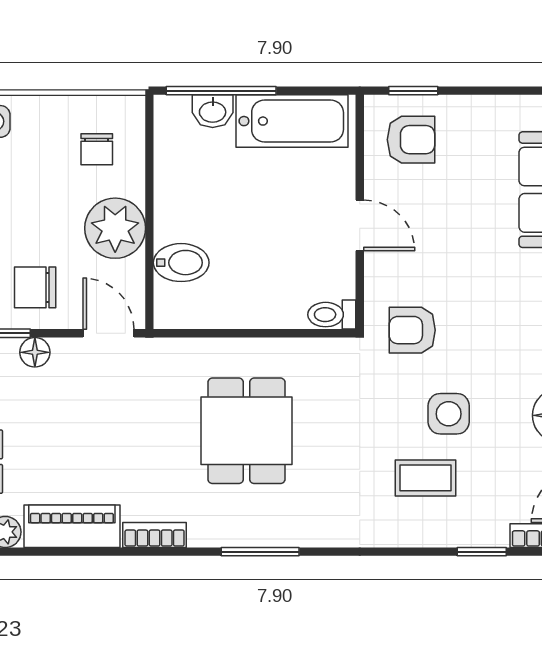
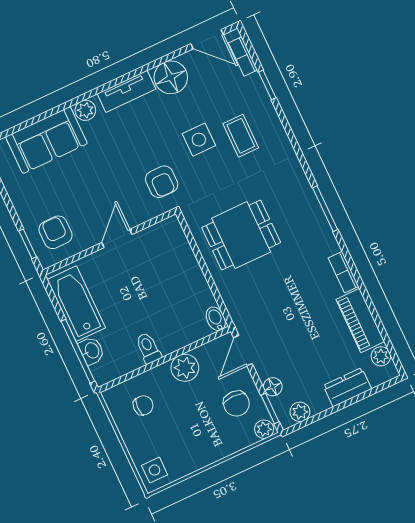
plant: (115, 228) -> (185, 368), width x0.73, depth x0.73
bidet: (181, 263) -> (216, 319), moved, width x0.72, depth x0.74
toilet: (332, 315) -> (148, 348), moved, turned 180
dining table: (246, 431) -> (241, 235), moved

